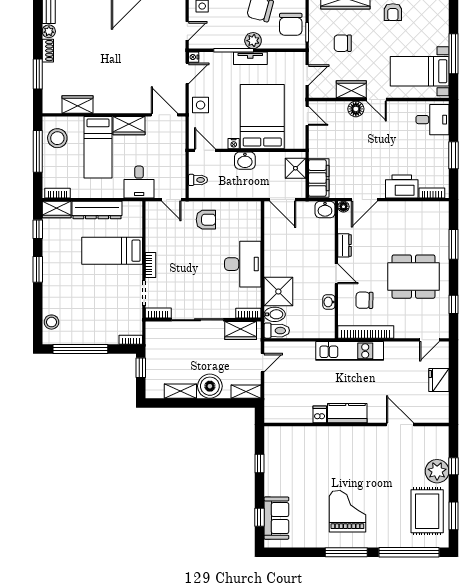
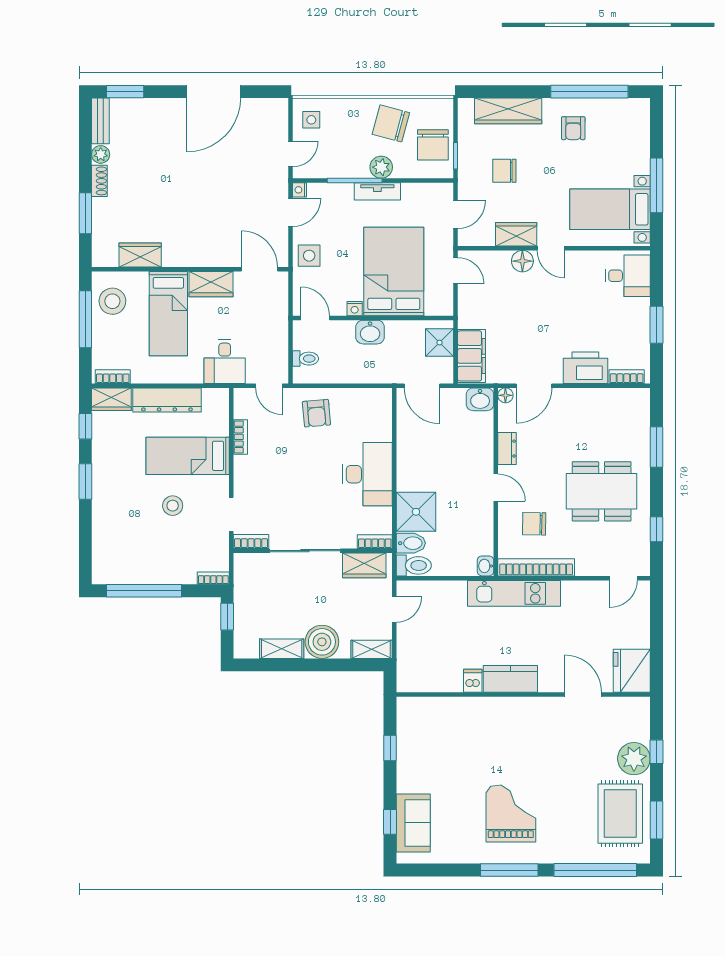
armchair: (206, 220) -> (316, 413), turned 85
bookcase: (151, 265) -> (240, 437), moved
washbasin: (329, 302) -> (485, 566), moved
stool: (51, 322) -> (173, 506), moved
fridge: (439, 380) -> (632, 671), moved, width x1.36, depth x1.34

